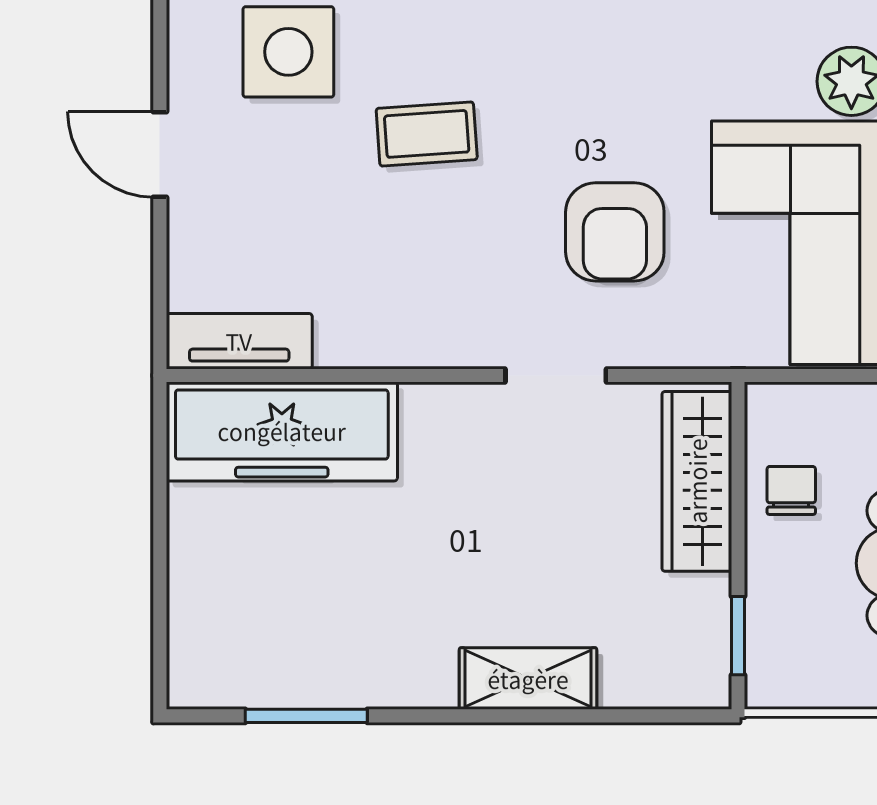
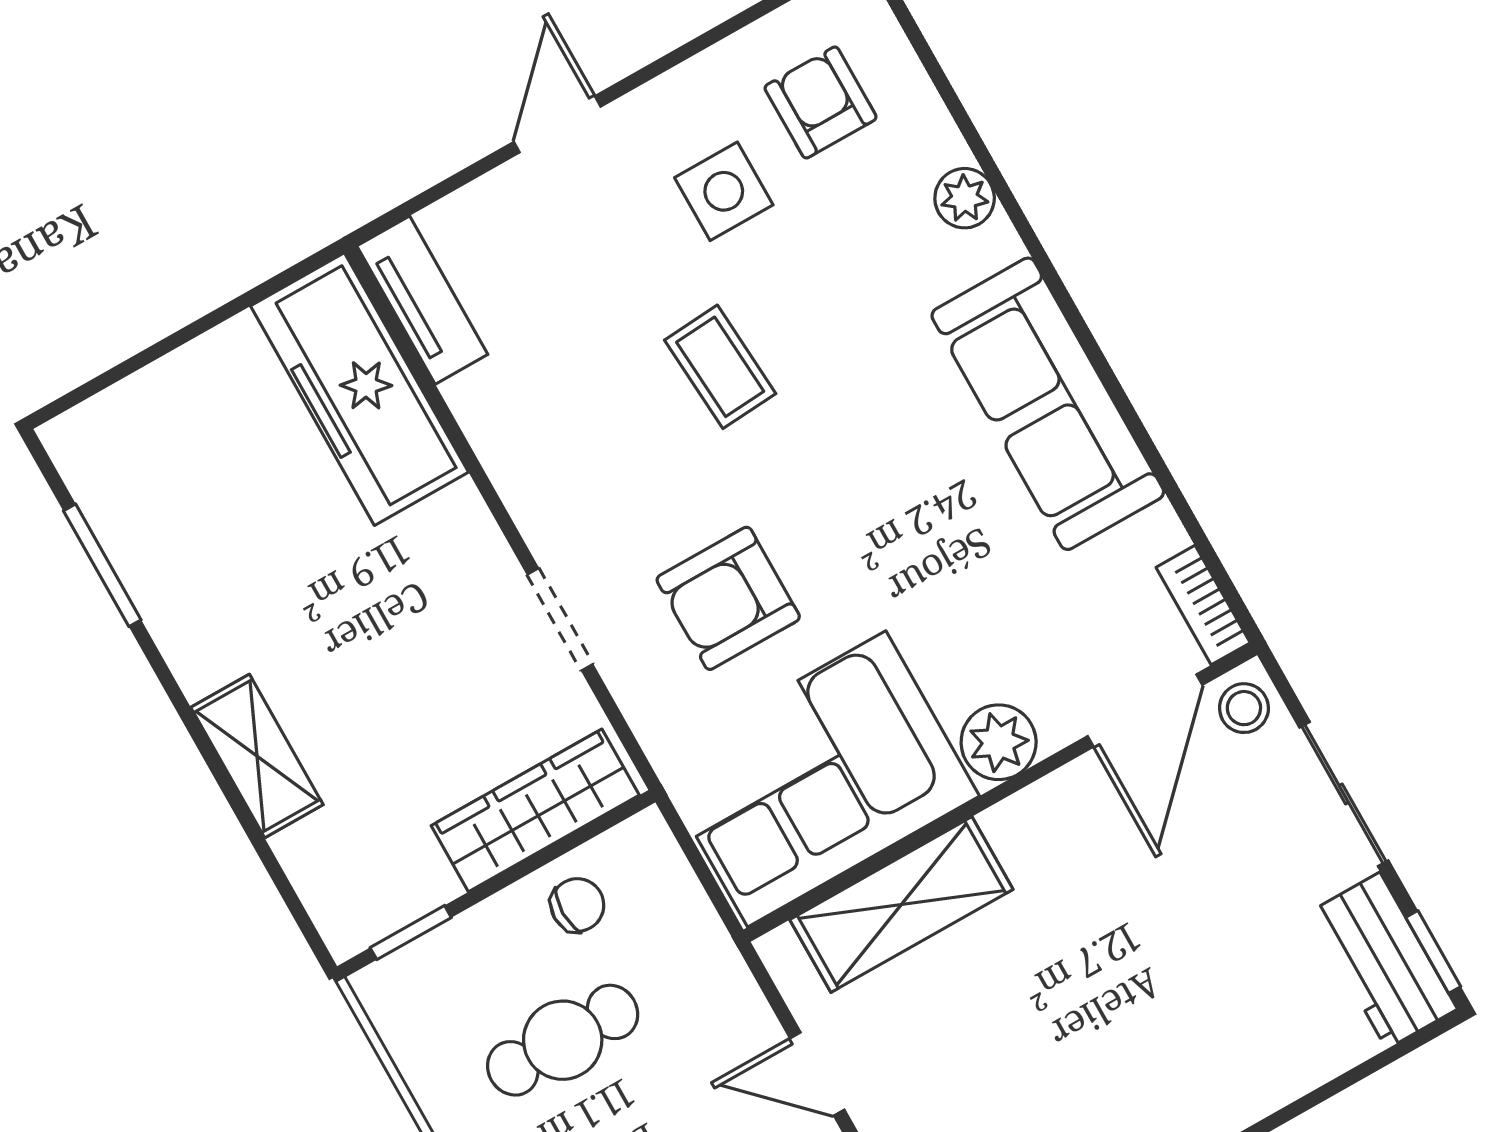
side table: (288, 52) -> (724, 191), width x0.73, depth x0.73

